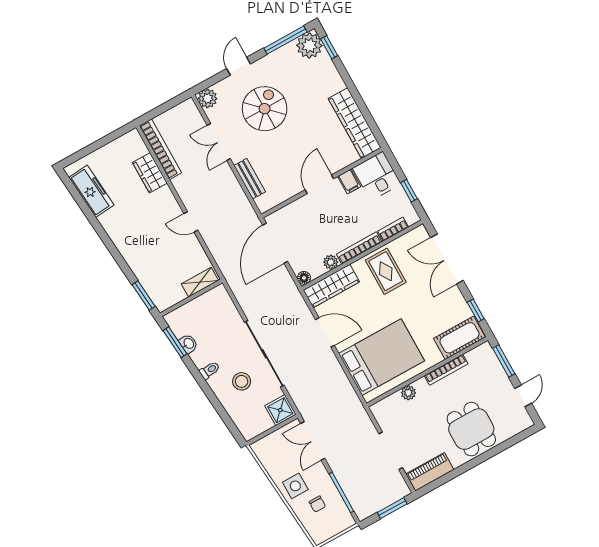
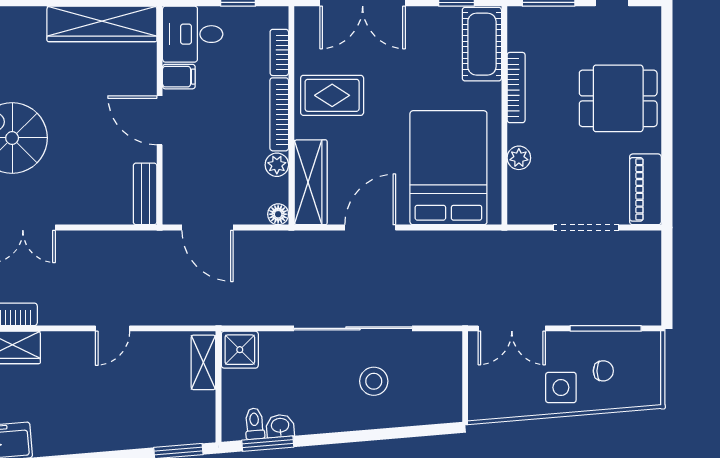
bench: (250, 179) -> (145, 194), moved, turned 90
door: (275, 243) -> (208, 228), width x0.73
toilet: (210, 370) -> (254, 424), moved
shower: (280, 410) -> (240, 350), moved
window: (392, 508) -> (667, 270), removed

